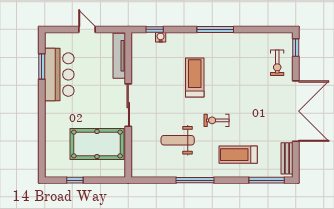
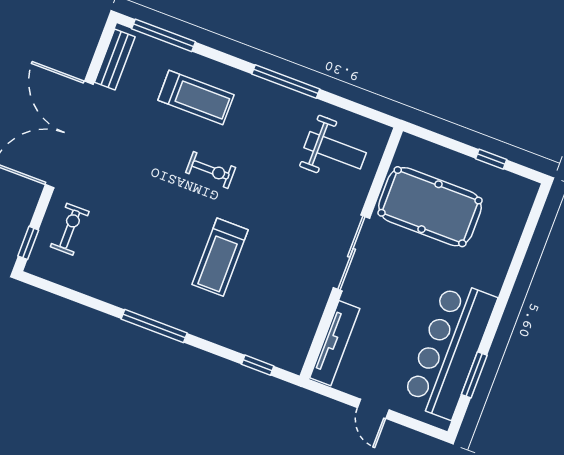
water cooler: (161, 37) -> (252, 348), removed
bar counter: (59, 75) -> (450, 350), width x1.36
weight bench: (178, 140) -> (335, 150), moved

